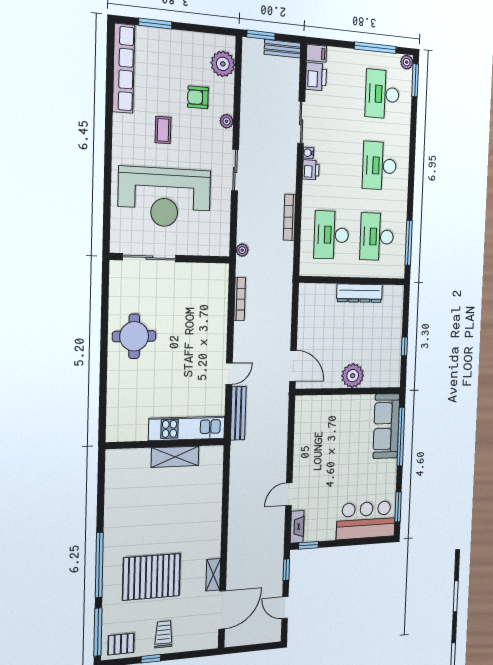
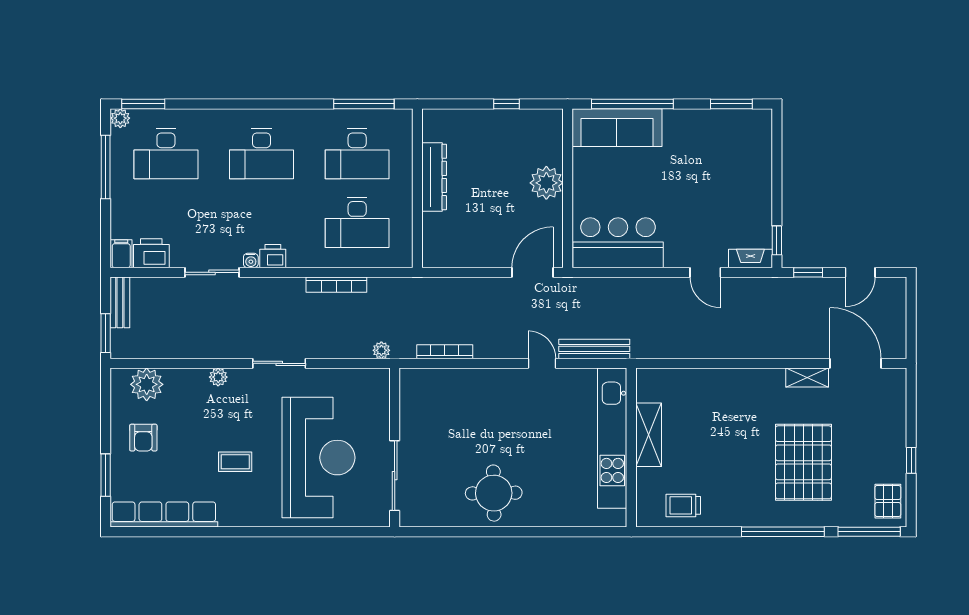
armchair: (198, 97) -> (143, 438), moved
kitchen unit: (187, 428) -> (612, 438), width x1.36
bar counter: (366, 520) -> (618, 243), moved, turned 90
trolley: (164, 634) -> (683, 505), moved

